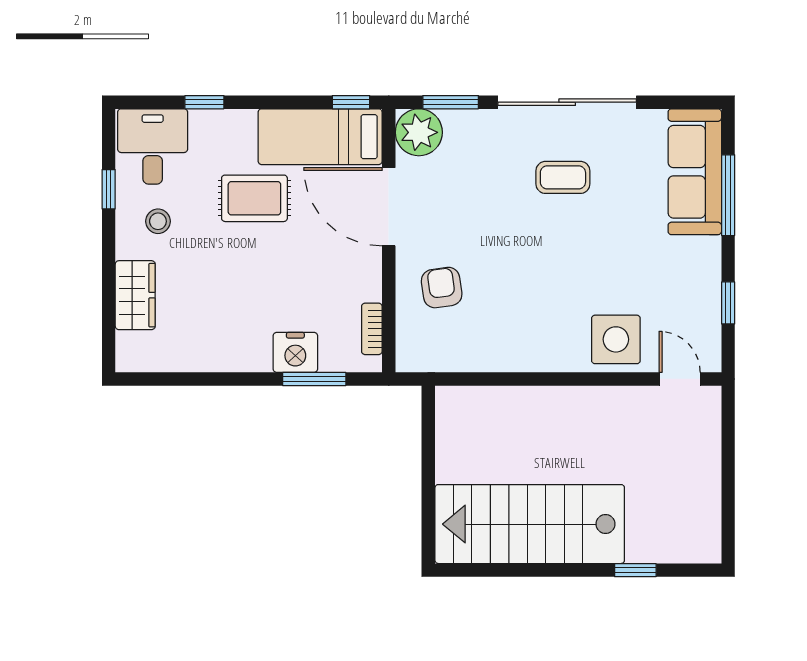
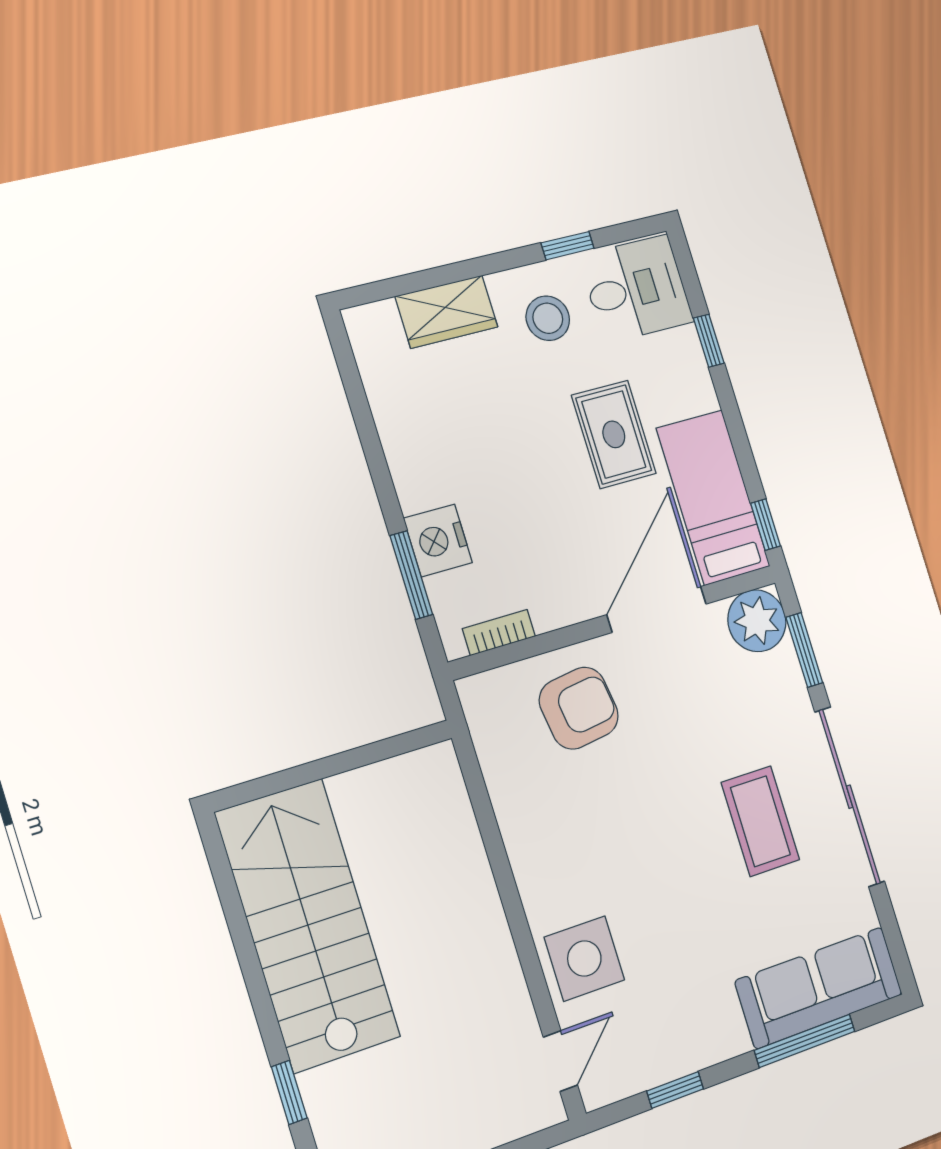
coffee table: (563, 177) -> (760, 821), width x1.36, depth x1.30
stool: (158, 221) -> (548, 318), width x1.37, depth x1.37
armchair: (442, 288) -> (579, 708), width x1.38, depth x1.38

